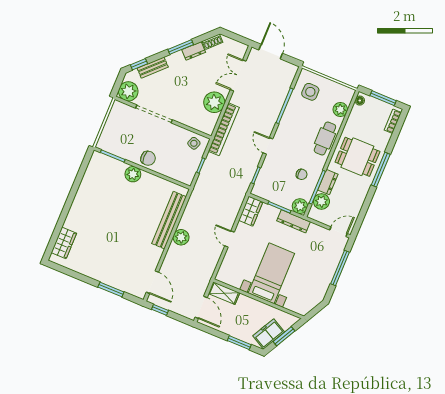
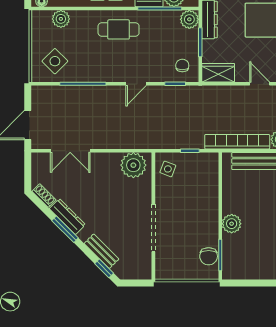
dresser: (194, 51) -> (67, 217), width x1.44
plant: (128, 91) -> (140, 268), removed
side table: (310, 92) -> (55, 61), turned 45
plant: (214, 102) -> (133, 165), moved
bookcase: (224, 129) -> (237, 142), moved
cafe table: (325, 138) -> (119, 29), moved
chair: (148, 158) -> (209, 256), moved, turned 180
chair: (302, 174) -> (182, 66), moved
door: (229, 239) -> (260, 84), swing flipped

